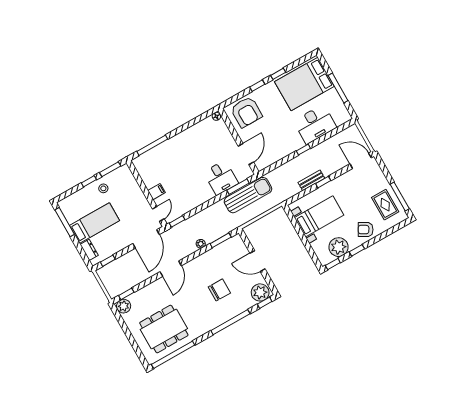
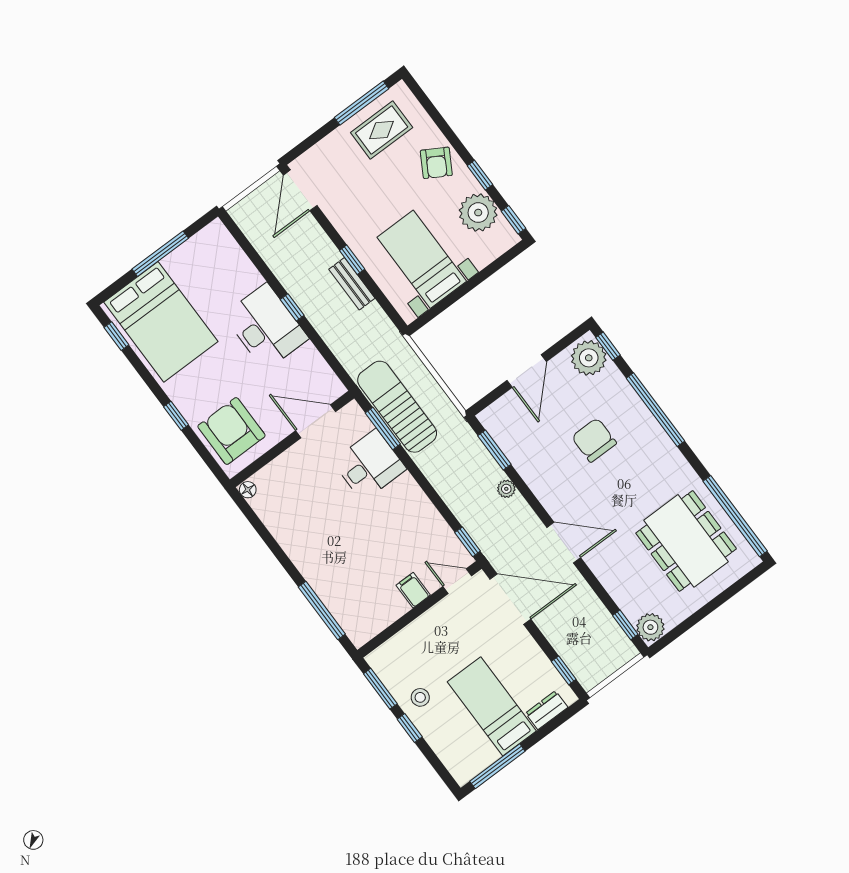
window: (278, 74) -> (116, 336), moved
armchair: (246, 112) -> (231, 431), turned -90
desk: (315, 124) -> (266, 327), moved

